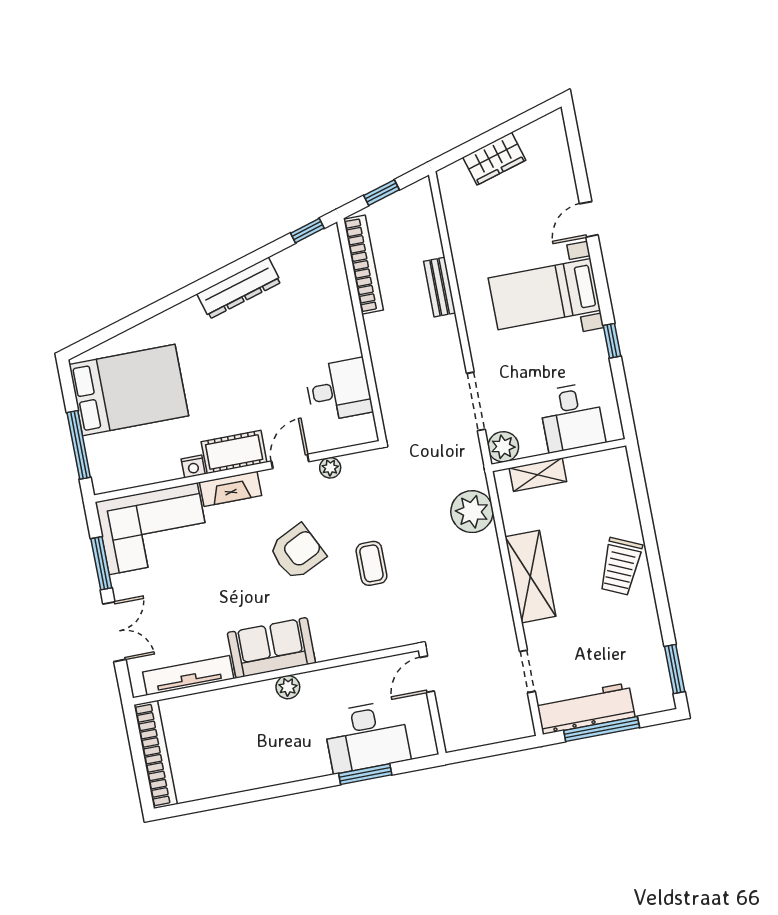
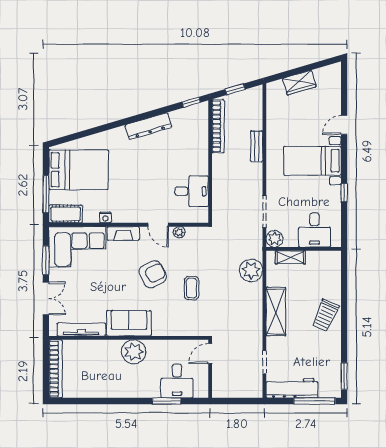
cot: (234, 452) -> (66, 214), moved
door: (290, 461) -> (158, 225), swing flipped
plant: (288, 687) -> (134, 352), width x1.87, depth x1.87
window: (602, 729) -> (314, 401), moved
desk: (367, 737) -> (177, 381), width x0.73

